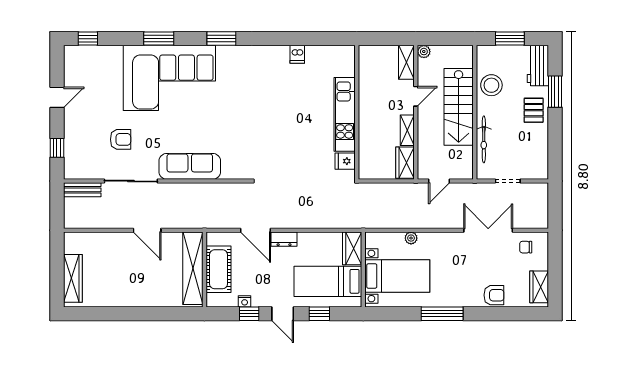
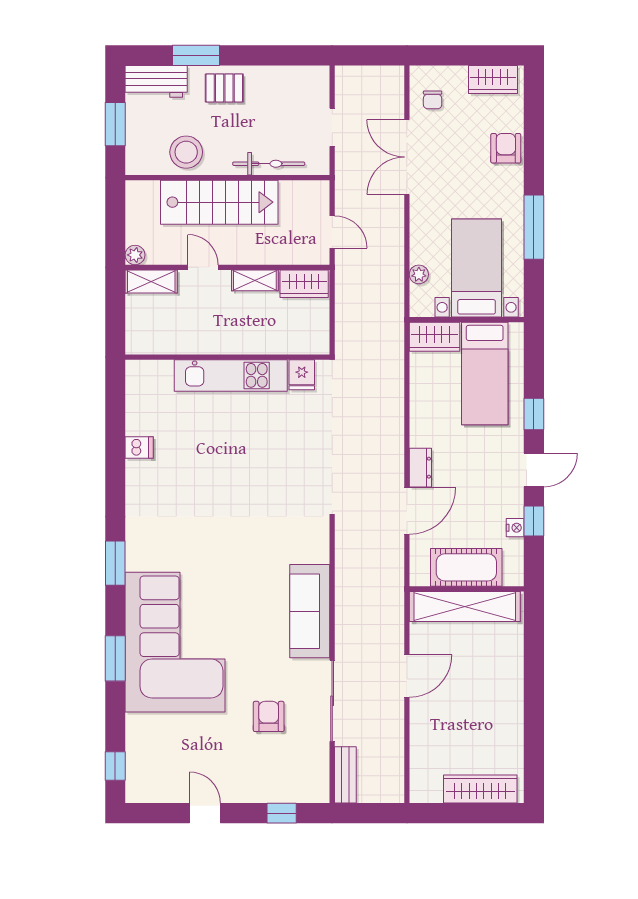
wardrobe: (352, 248) -> (434, 337), moved
wall: (363, 269) -> (467, 320), moved
bed with nightstands: (397, 276) -> (477, 268), moved
bed: (328, 281) -> (485, 374), moved

